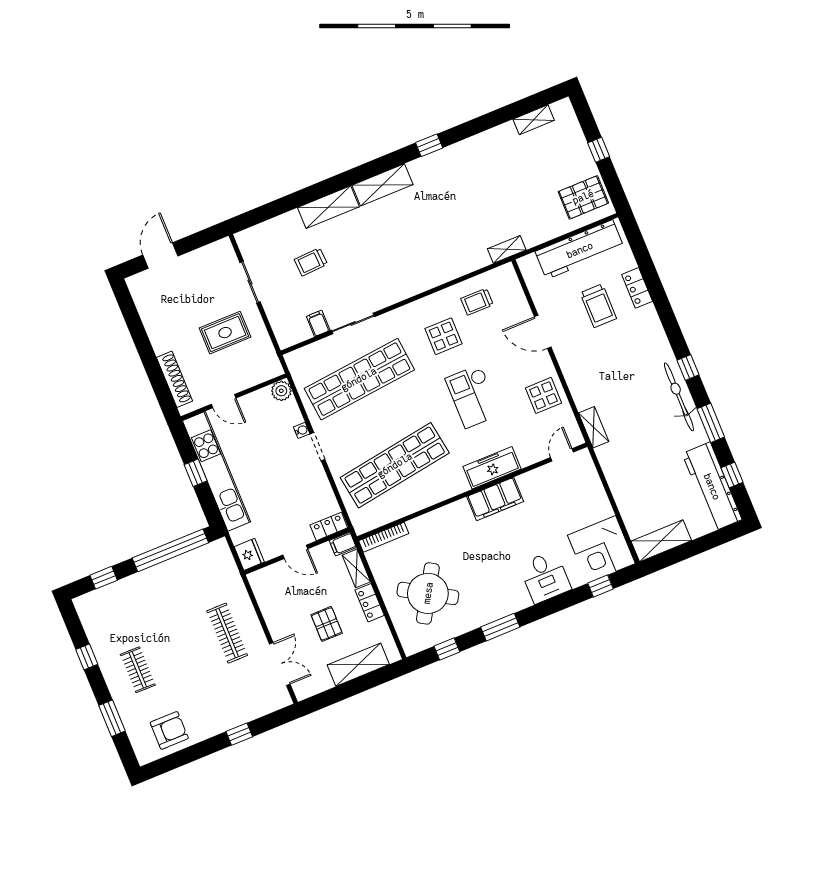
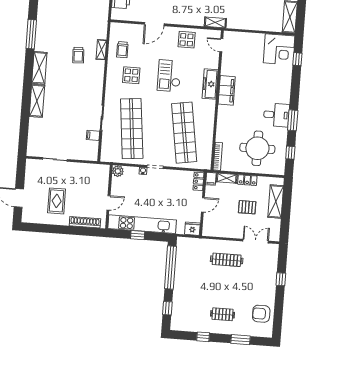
window: (429, 145) -> (31, 34), width x2.17
shelving: (507, 249) -> (101, 50), moved
trolley: (311, 262) -> (78, 55), moved
rug: (225, 333) -> (57, 201), moved
checkout: (473, 396) -> (169, 76), turned 90
desk: (545, 577) -> (276, 115), moved
round table: (428, 593) -> (257, 148), turned -31
armchair: (169, 730) -> (261, 314), turned -90

